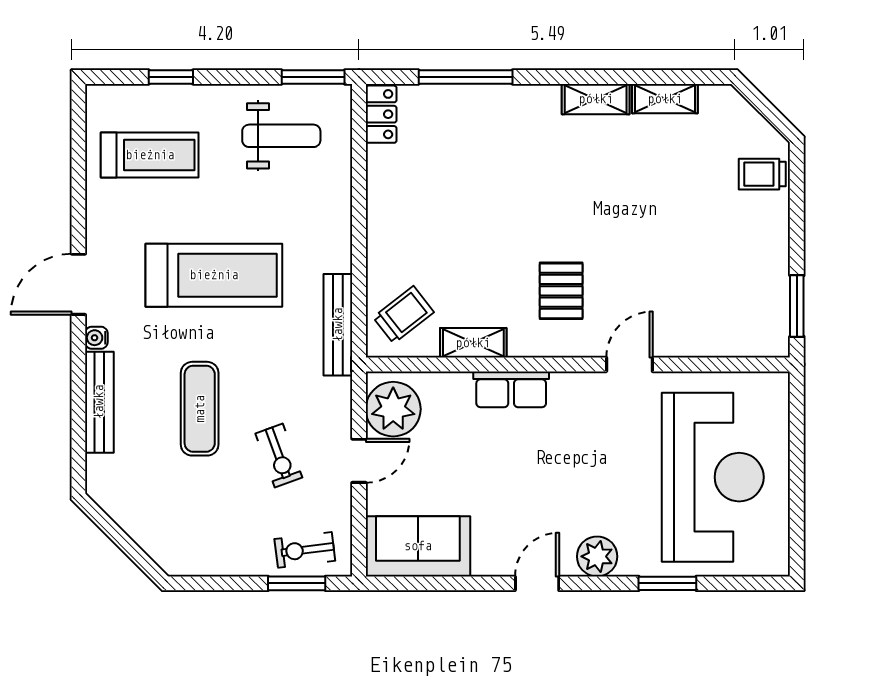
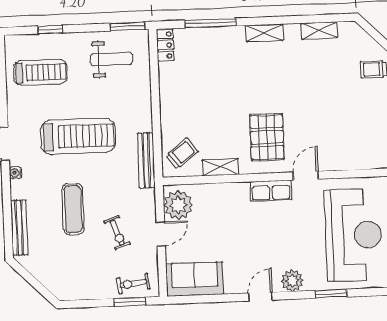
shelving: (596, 99) -> (264, 33), moved
pallet: (561, 291) -> (267, 137), width x1.50, depth x1.42
row of seats: (511, 389) -> (271, 191), moved
bench: (99, 402) -> (19, 228), moved

